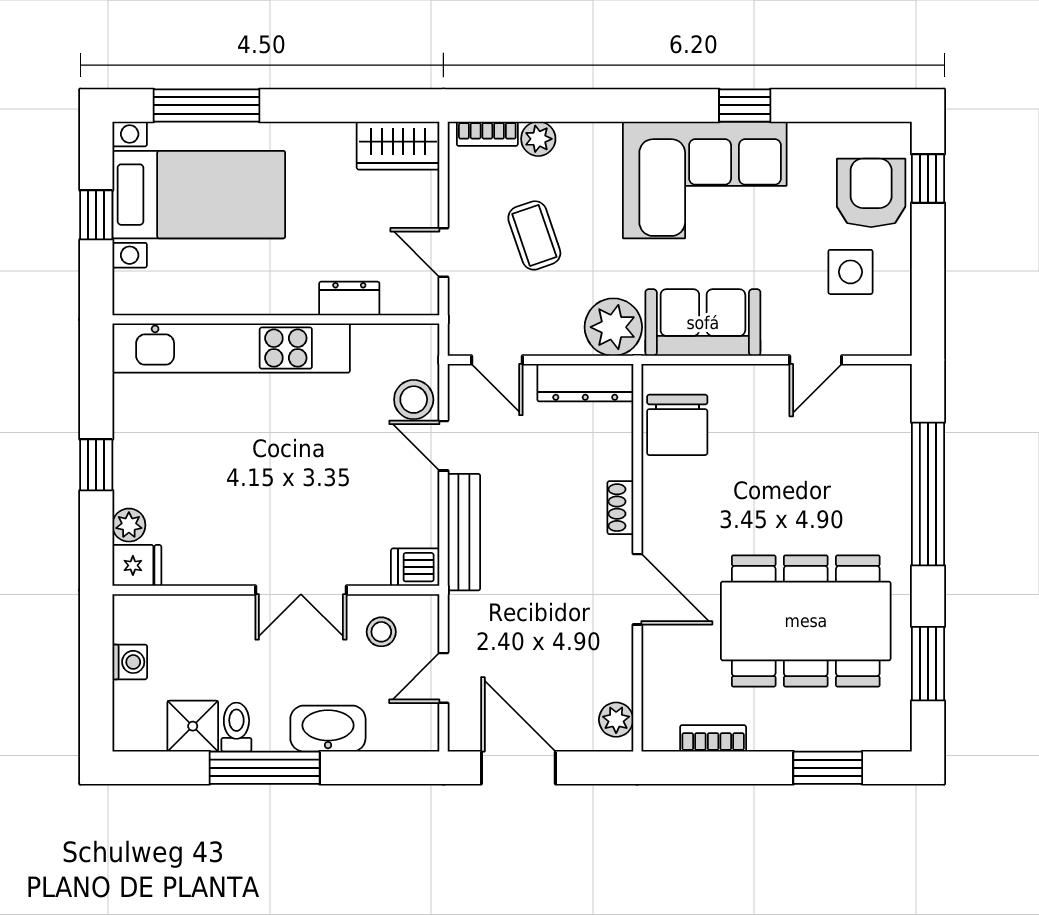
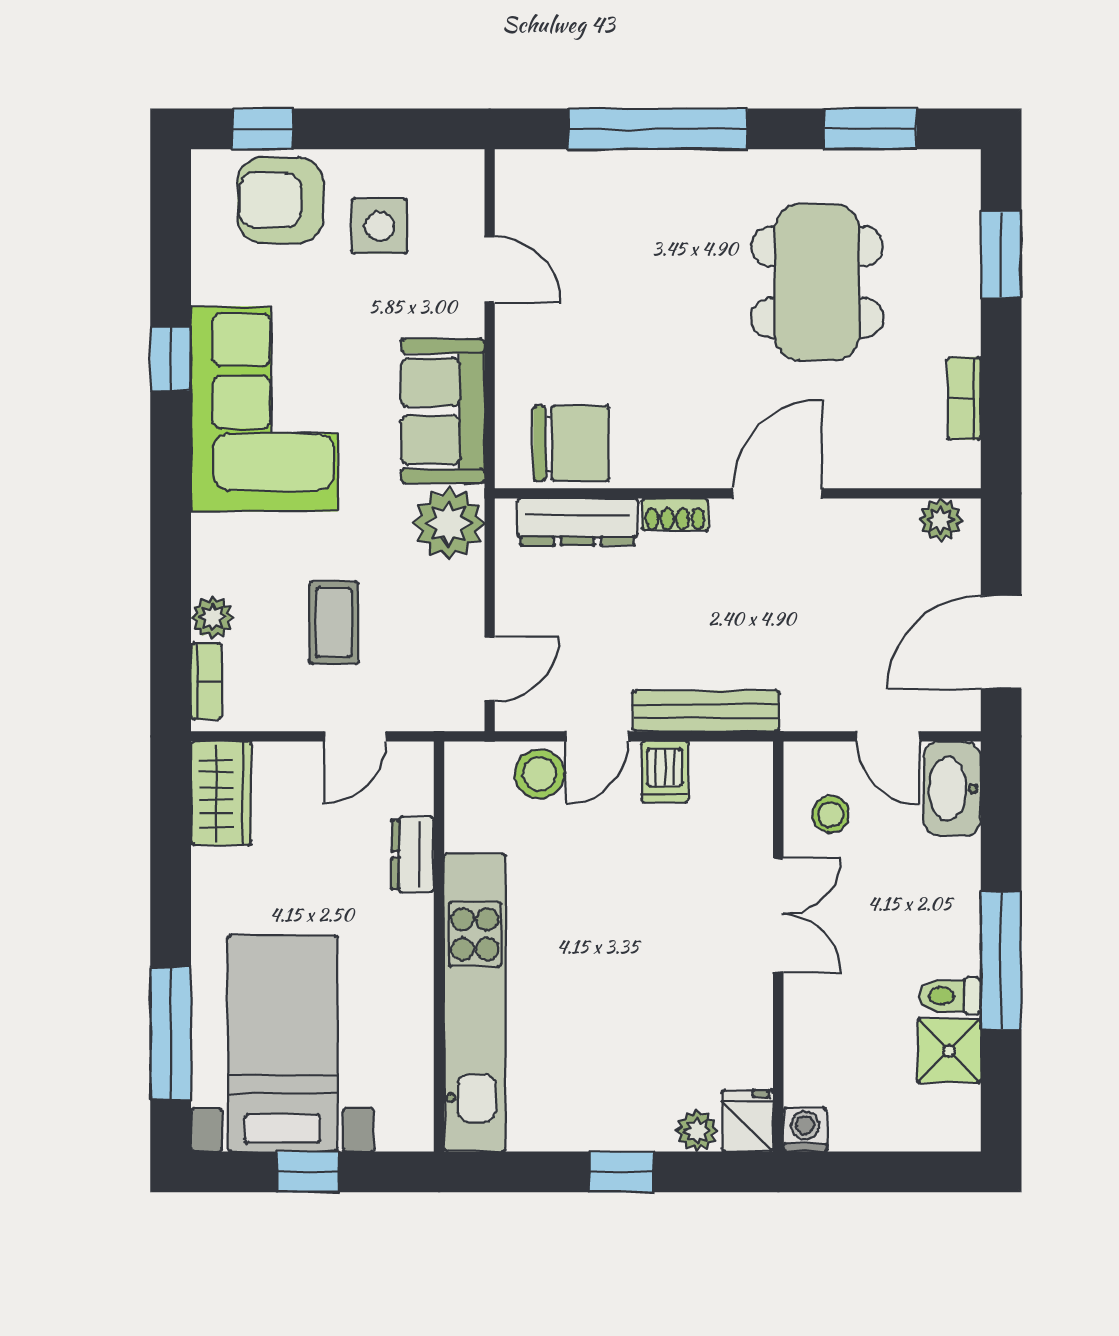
coffee table: (534, 235) -> (334, 622), turned -71
dresser: (585, 383) -> (577, 522), moved, turned 90
dishwasher: (415, 567) -> (665, 772), moved
dining table: (806, 621) -> (817, 282), width x0.73, depth x0.80
washing machine: (130, 662) -> (805, 1130), moved
washbasin: (328, 729) -> (952, 789), moved

